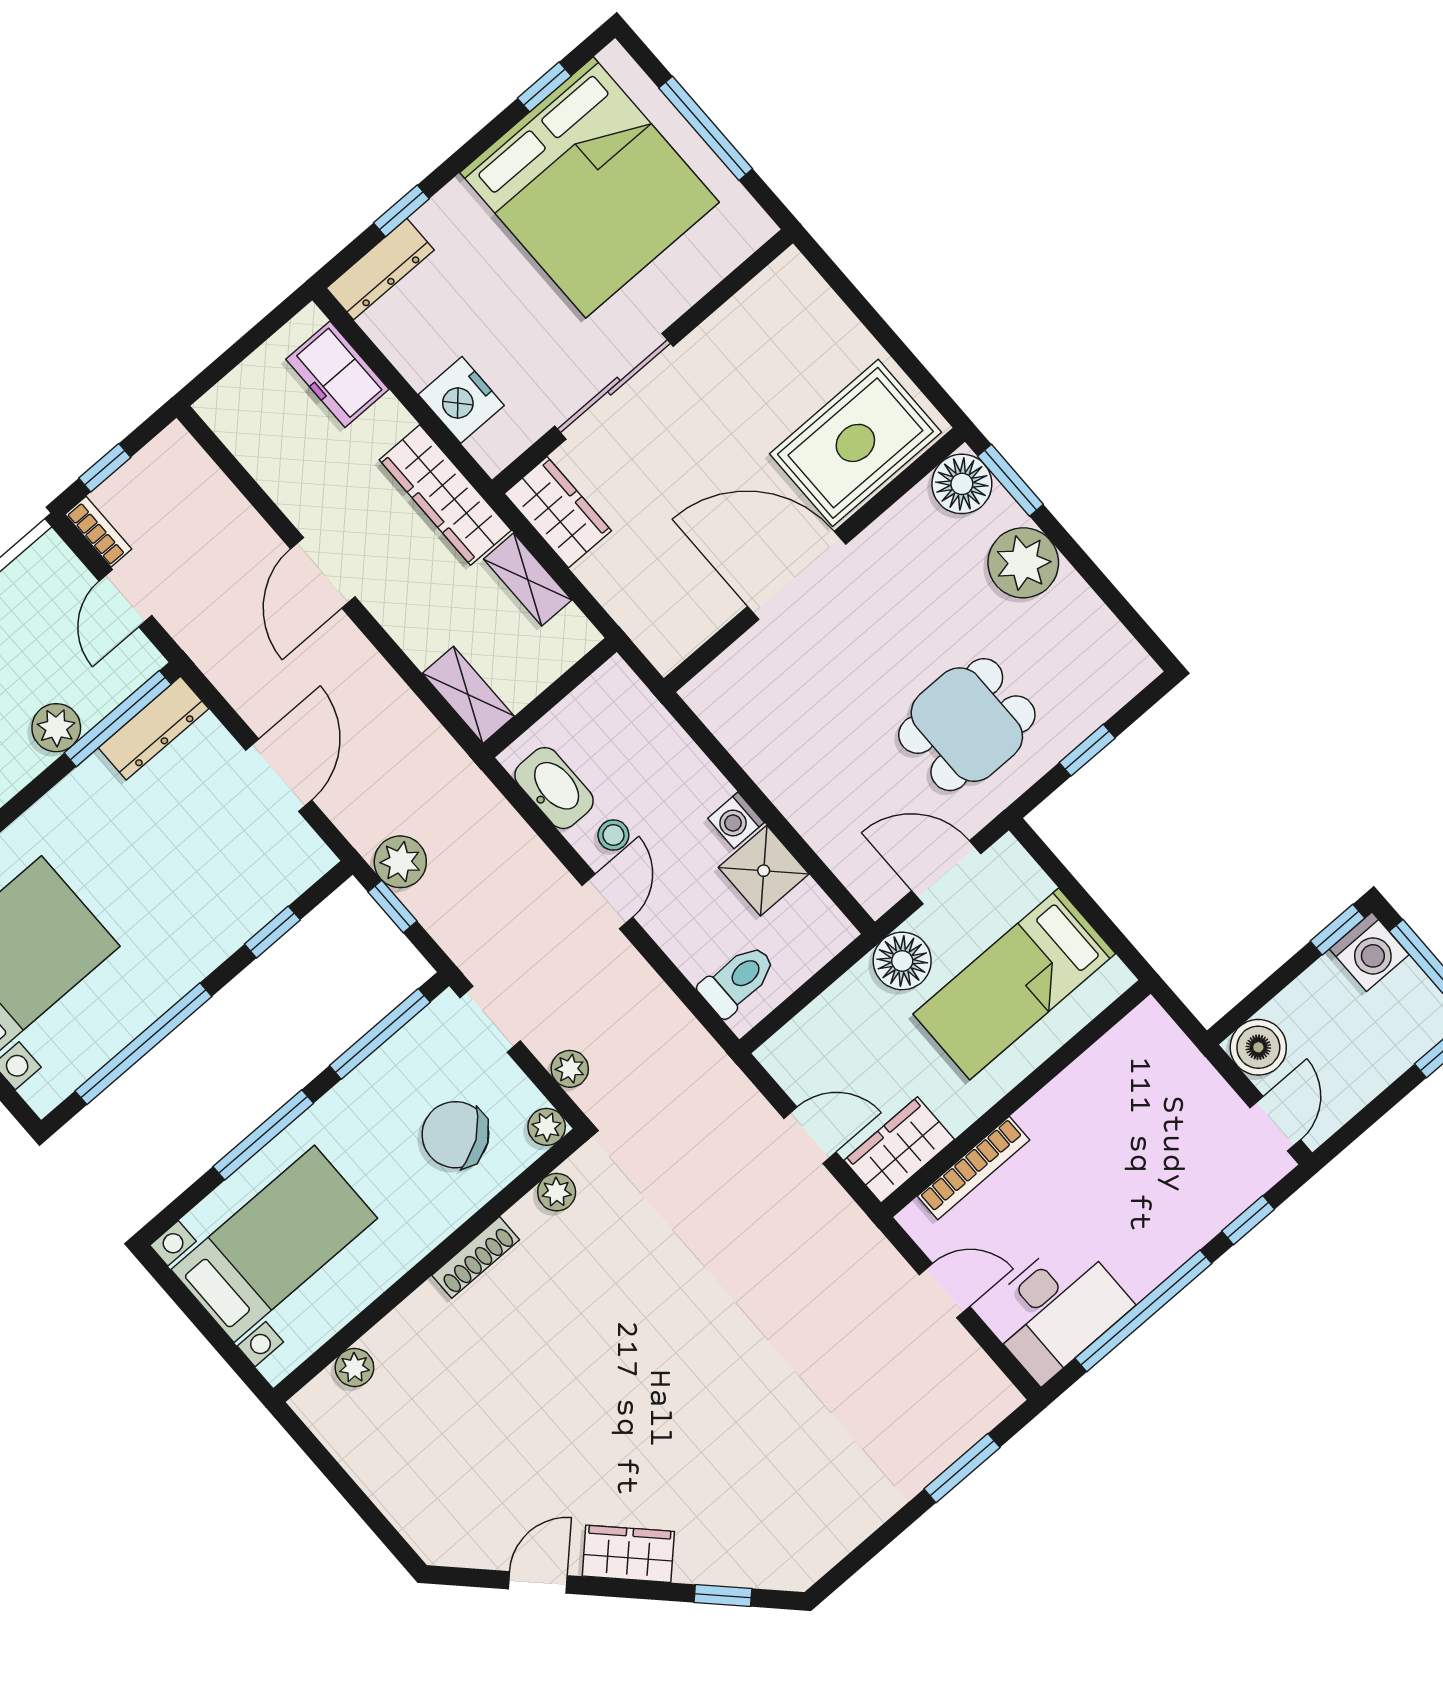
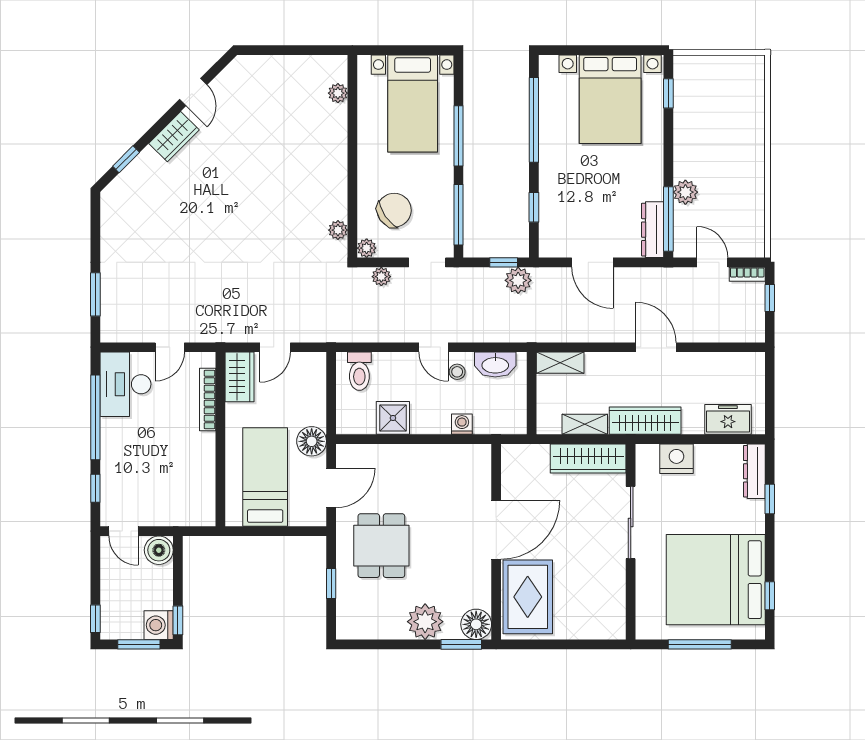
wardrobe: (558, 512) -> (588, 459), width x1.50
washing machine: (736, 820) -> (462, 424), moved
shoe rack: (476, 1257) -> (340, 177), removed

